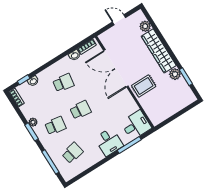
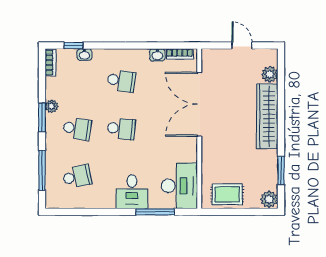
plant: (175, 74) -> (269, 199), moved
rug: (144, 86) -> (227, 194), moved
desk: (136, 125) -> (179, 186), width x1.37

